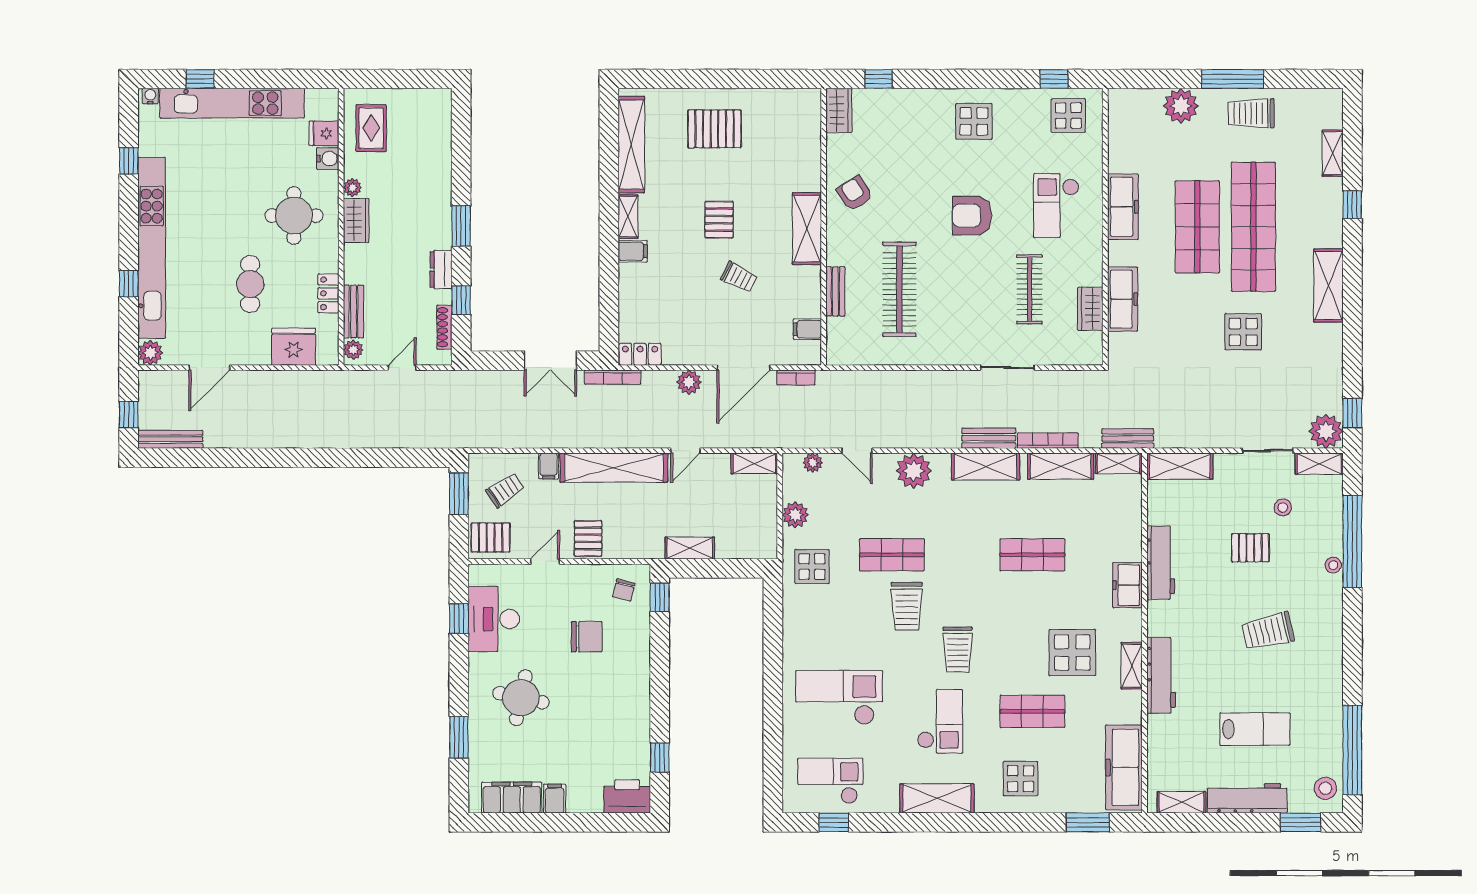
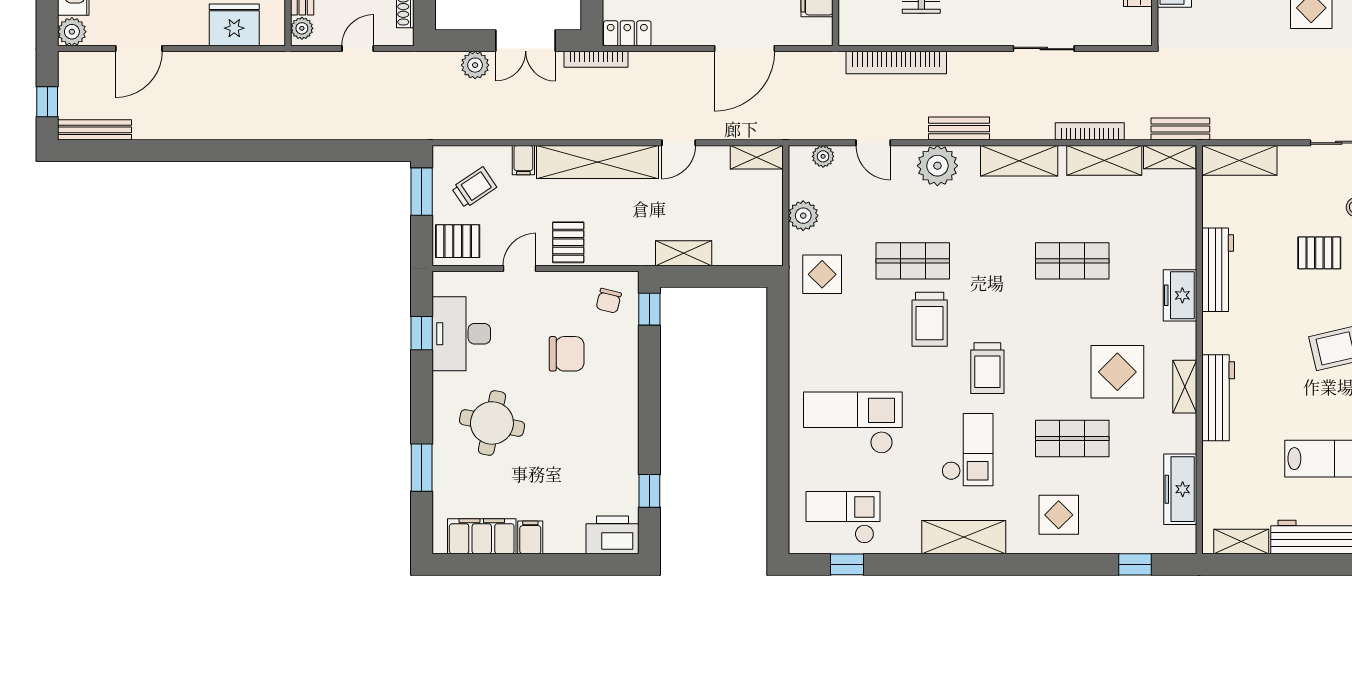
bookcase: (796, 378) -> (896, 63), moved, width x2.31, depth x1.31
plant: (689, 382) -> (475, 65), moved
bench: (989, 438) -> (959, 129), moved
freezer: (1124, 767) -> (1180, 489), width x0.73, depth x0.79
window: (1088, 822) -> (1135, 564), width x0.67

